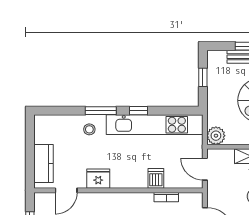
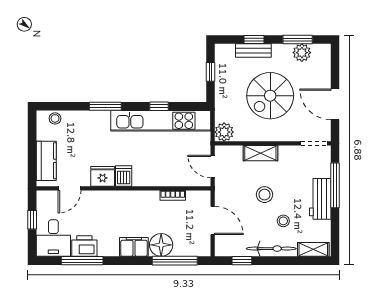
window: (138, 111) -> (159, 106), moved
stool: (89, 129) -> (55, 118), moved
dishwasher: (156, 178) -> (124, 176), moved

